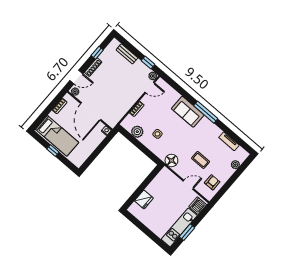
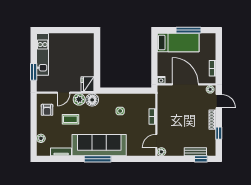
window: (148, 62) -> (201, 159), moved
door: (76, 77) -> (219, 101), swing flipped
sofa: (188, 112) -> (99, 145), width x1.85, depth x1.27
plant: (137, 132) -> (79, 99), moved
bed: (57, 136) -> (178, 42), moved, turned 180
window: (53, 151) -> (189, 30), width x2.17
fridge: (144, 199) -> (88, 84), moved
dishwasher: (198, 206) -> (43, 83), removed
window: (187, 232) -> (34, 72), moved

